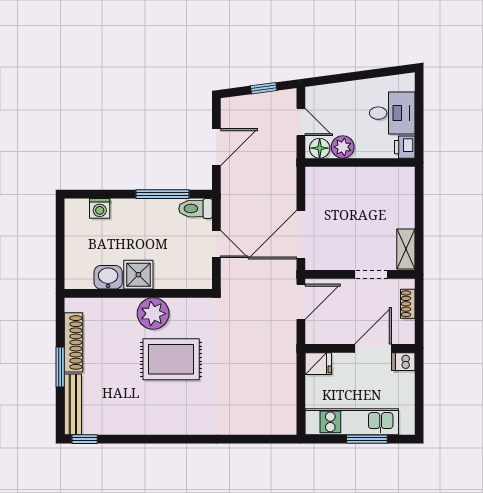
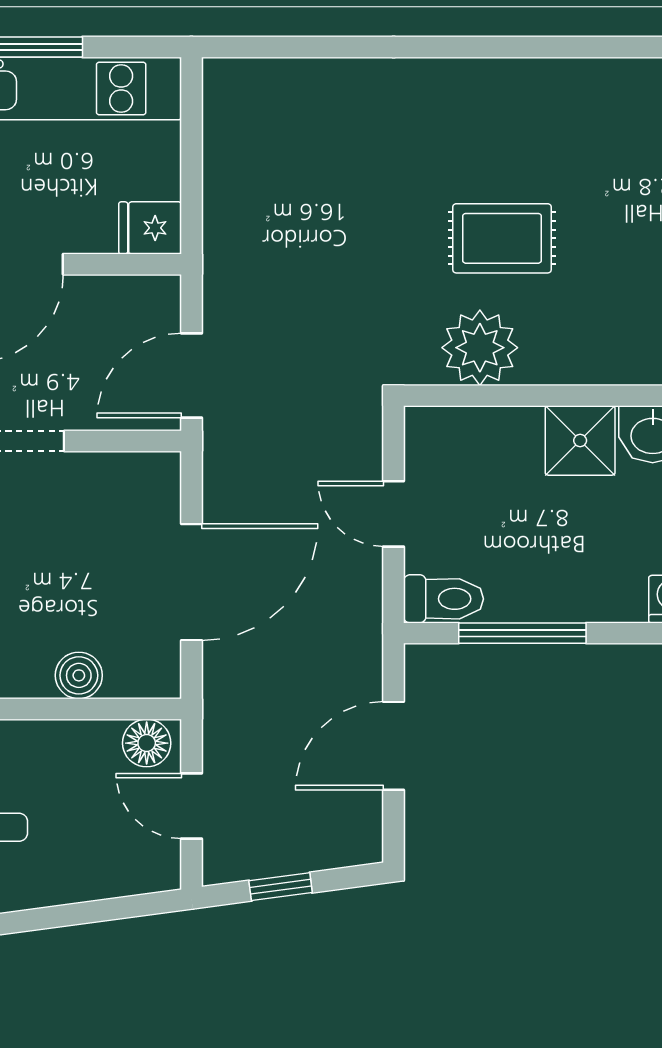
plant: (343, 147) -> (92, 746), removed
boiler: (348, 177) -> (79, 675), added
door: (301, 235) -> (191, 582), moved
plant: (153, 314) -> (480, 348), moved
rug: (171, 359) -> (502, 238), width x0.73, depth x0.70

